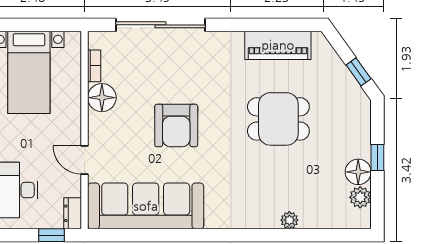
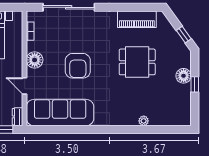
floor lamp: (102, 98) -> (35, 60), moved
floor lamp: (358, 172) -> (184, 76), moved
plant: (360, 197) -> (185, 107), removed

